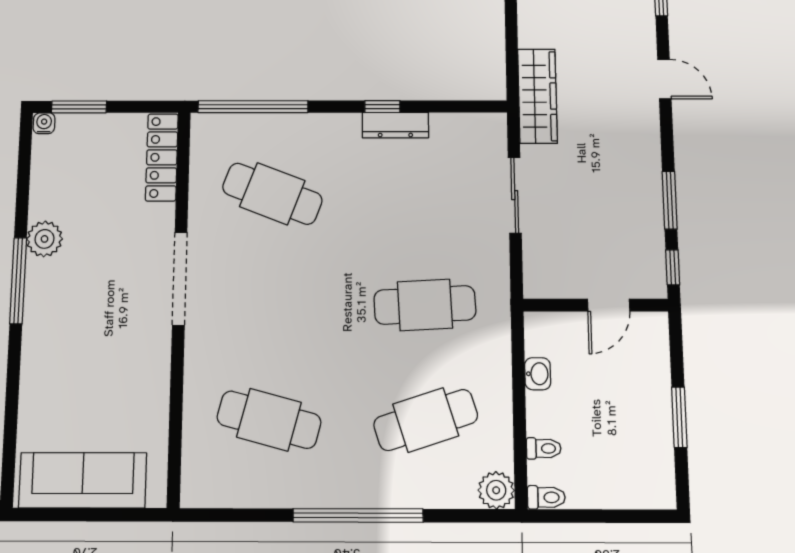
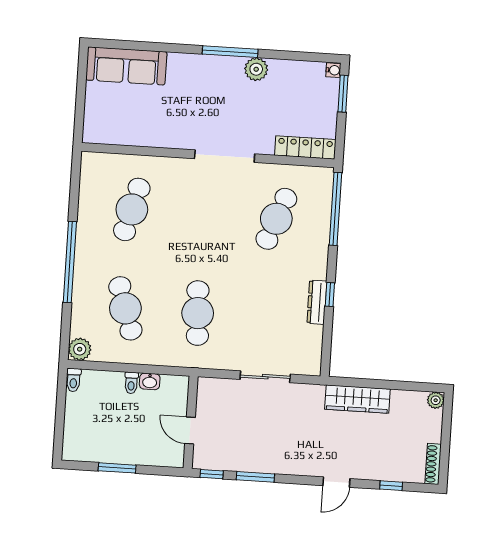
wardrobe: (537, 96) -> (357, 399), moved
toilet: (544, 448) -> (131, 383), moved
sofa: (83, 480) -> (126, 66), moved, turned 90

